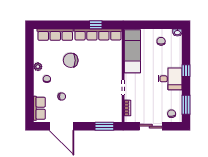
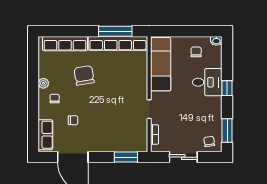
window: (96, 25) -> (115, 31), width x2.17
chair: (71, 60) -> (84, 75), turned 81
desk: (170, 79) -> (207, 82), moved

